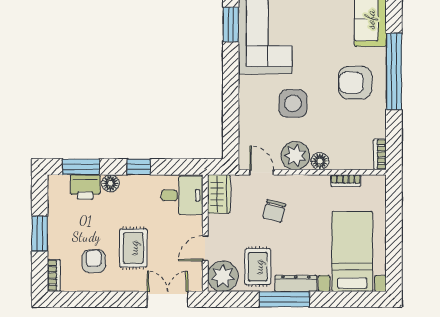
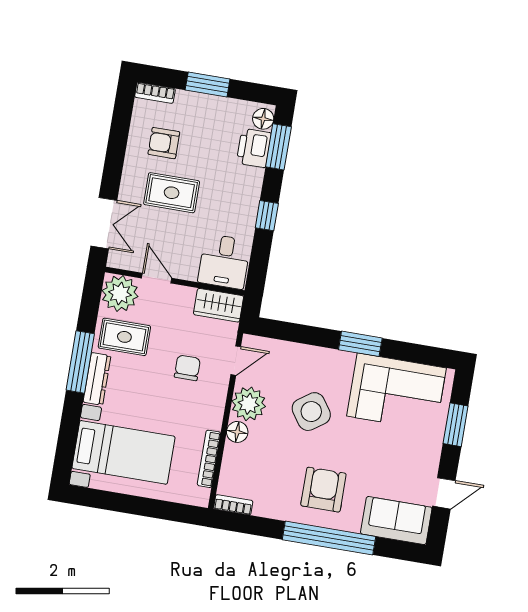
window: (231, 24) -> (360, 344), moved
side table: (293, 103) -> (311, 412), turned -35
bookcase: (346, 181) -> (209, 459), width x1.56
floor lamp: (110, 183) -> (263, 119), moved
chair: (274, 211) -> (187, 368), turned 76
armchair: (94, 261) -> (164, 143), turned 180

